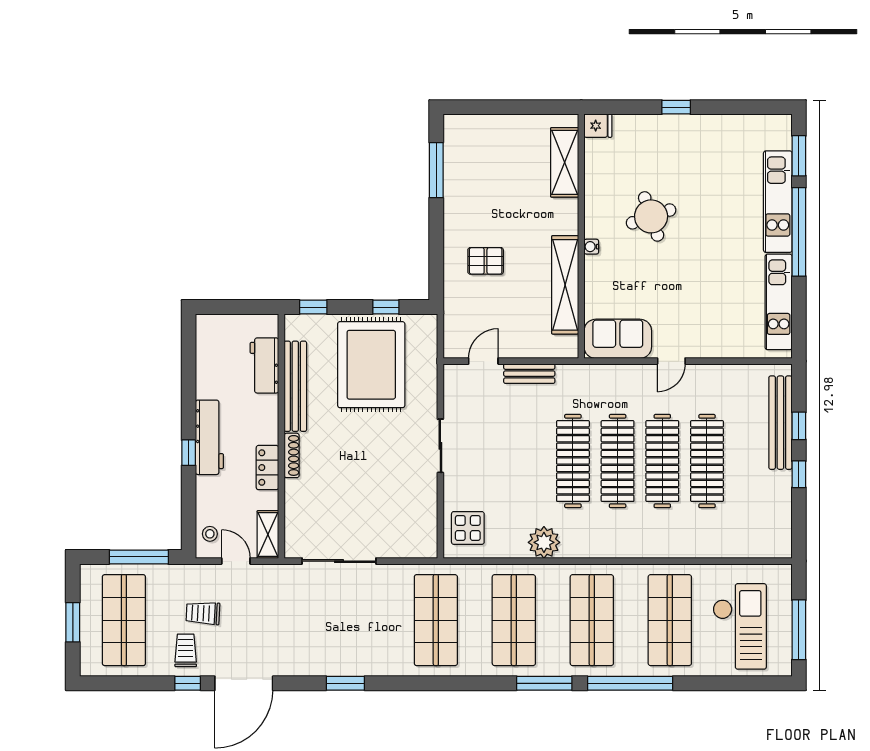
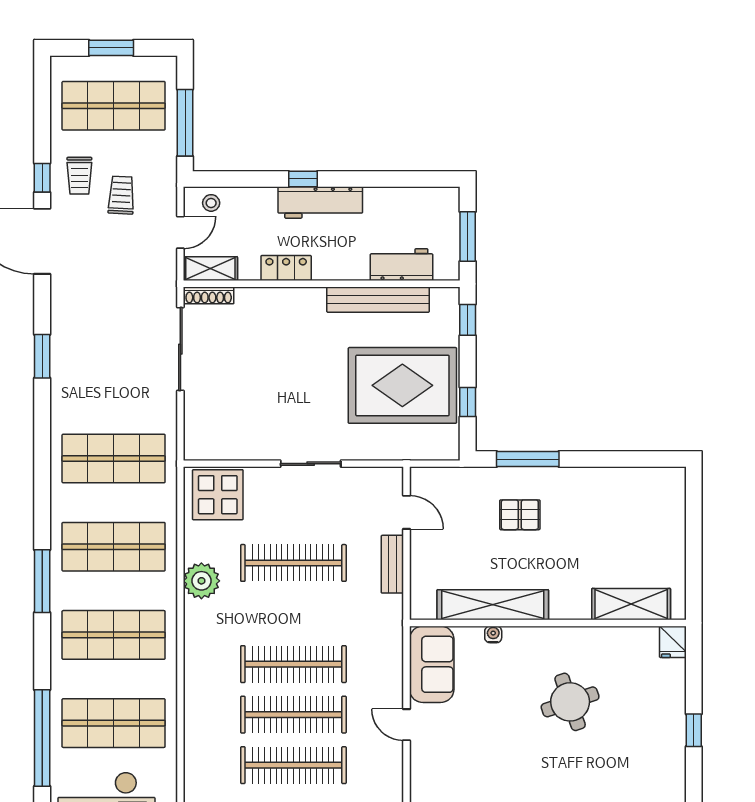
window: (436, 170) -> (528, 459), moved
water cooler: (591, 247) -> (493, 634), moved
pallet: (486, 261) -> (520, 515), turned 90
window: (240, 307) -> (468, 236), added
shoe rack: (292, 455) -> (209, 295), moved
clothes rail: (573, 461) -> (293, 563), moved
display table: (468, 528) -> (218, 495), width x1.36, depth x1.36
trolley: (186, 650) -> (79, 176), turned 90
window: (630, 683) -> (42, 738), moved

